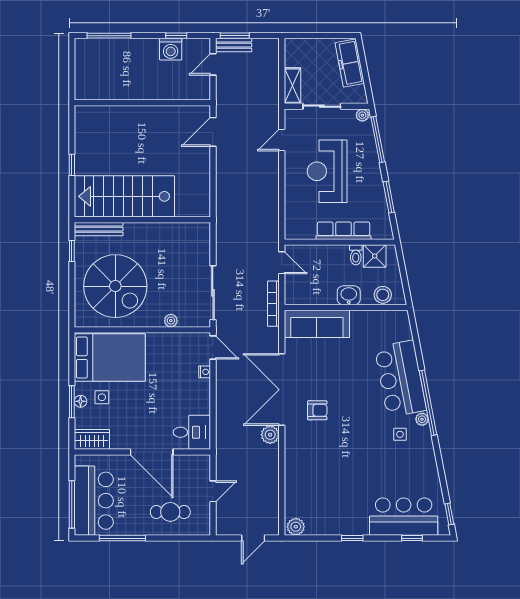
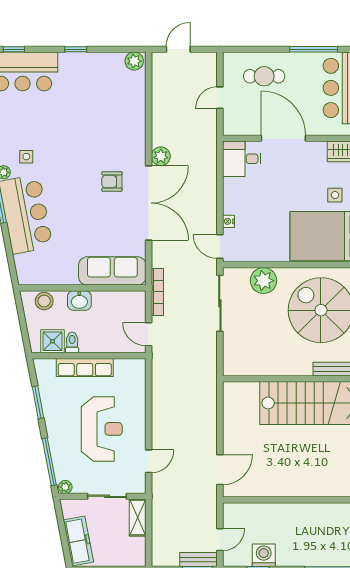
plant: (171, 321) -> (264, 281), width x1.87, depth x1.87

